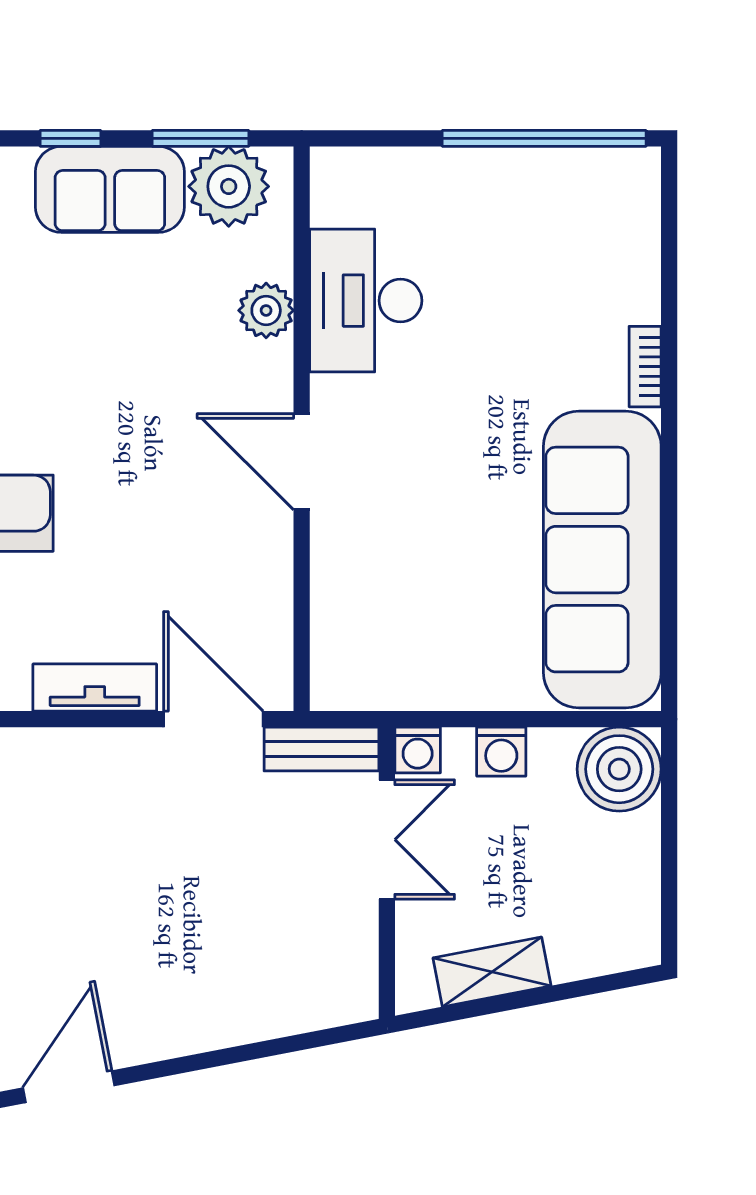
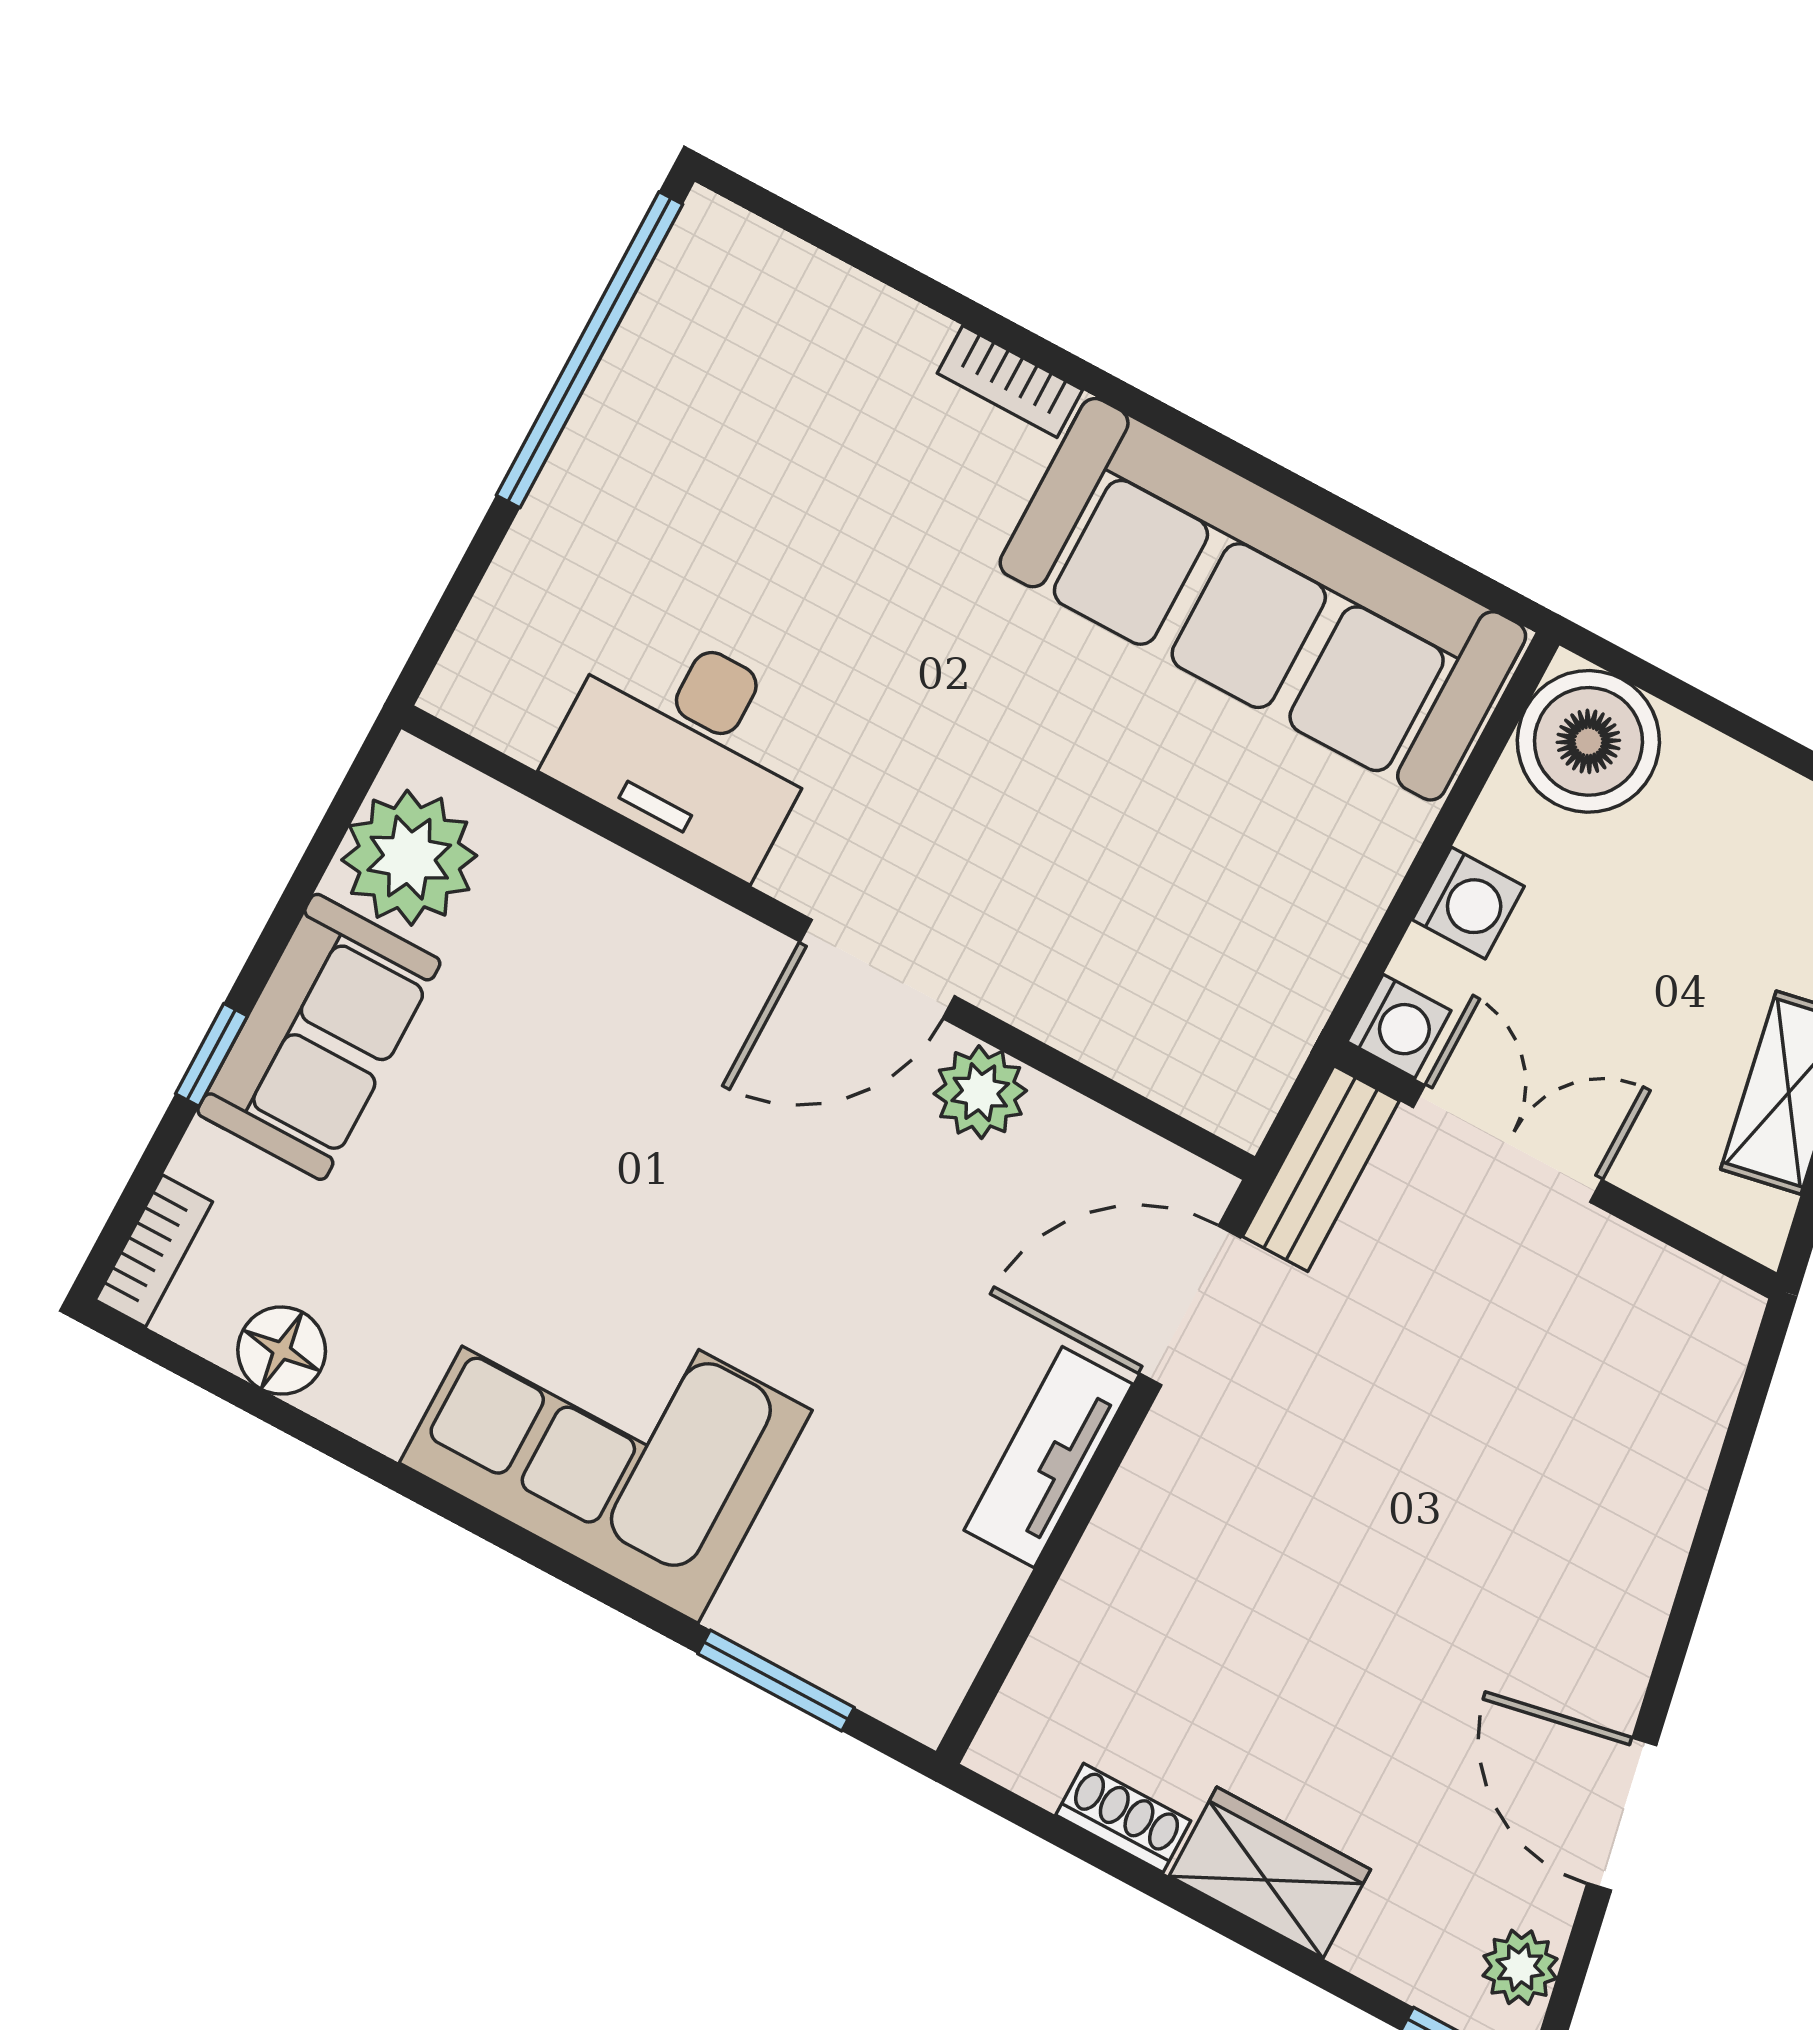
window: (201, 138) -> (315, 861), removed
plant: (266, 310) -> (980, 1092), moved

